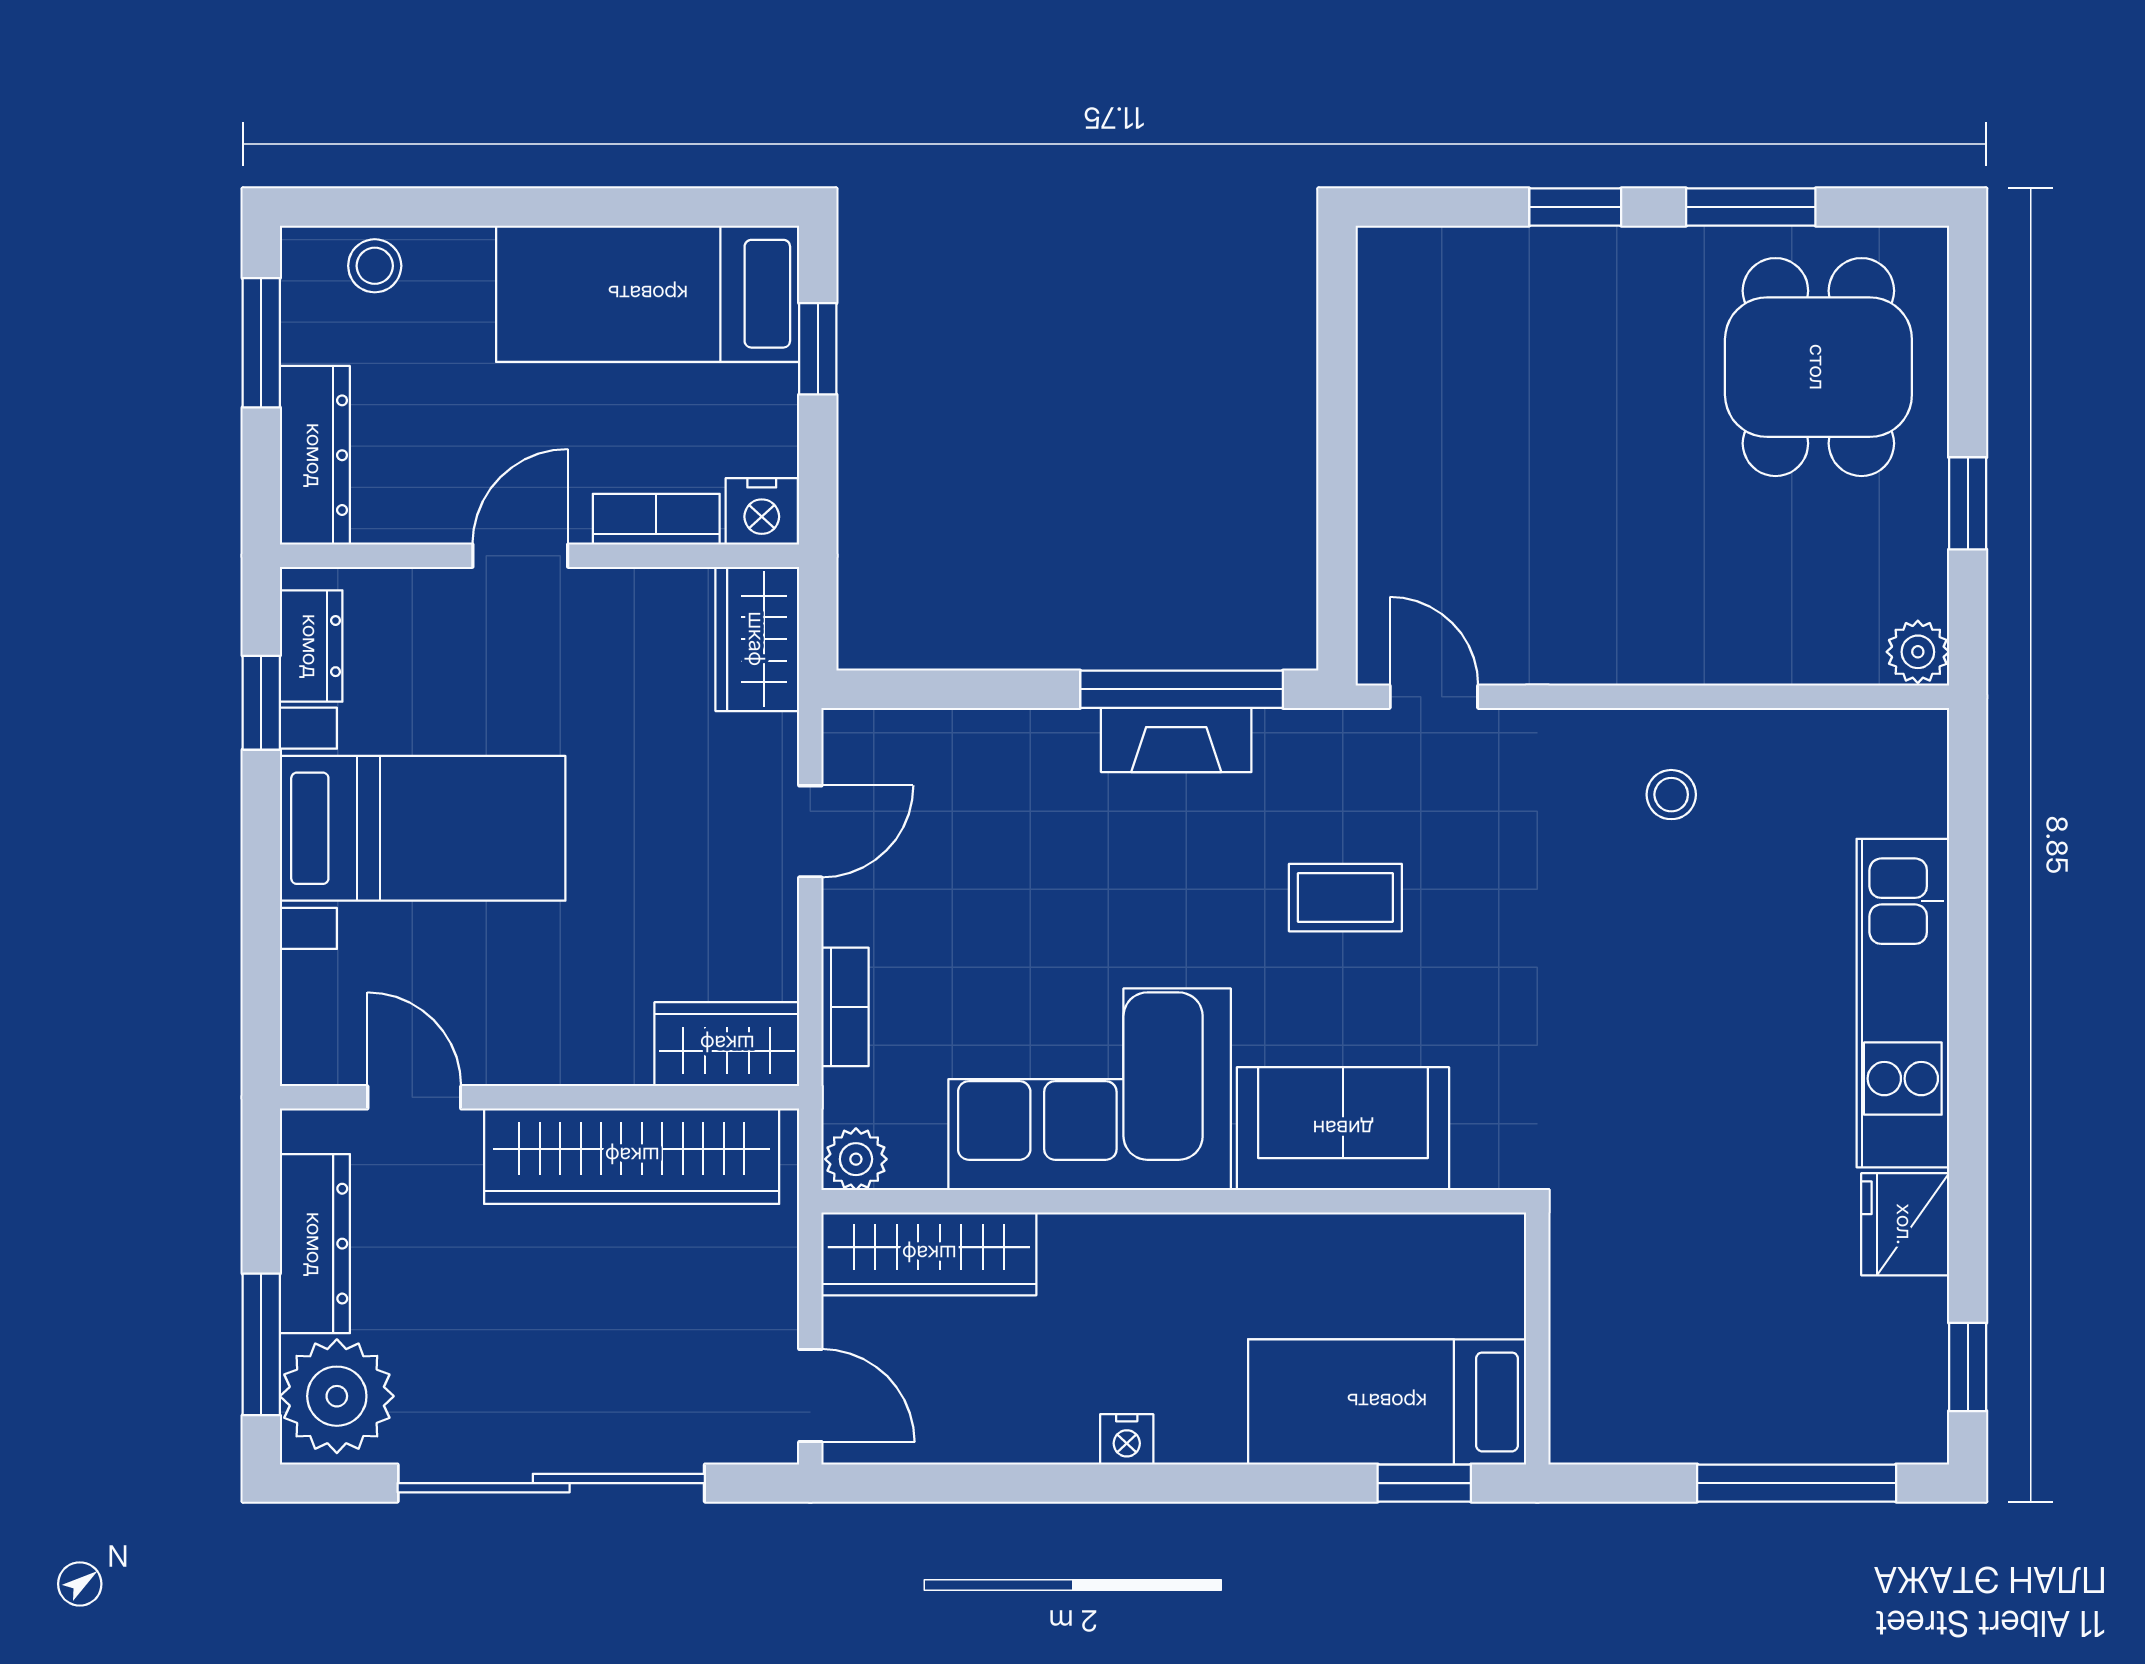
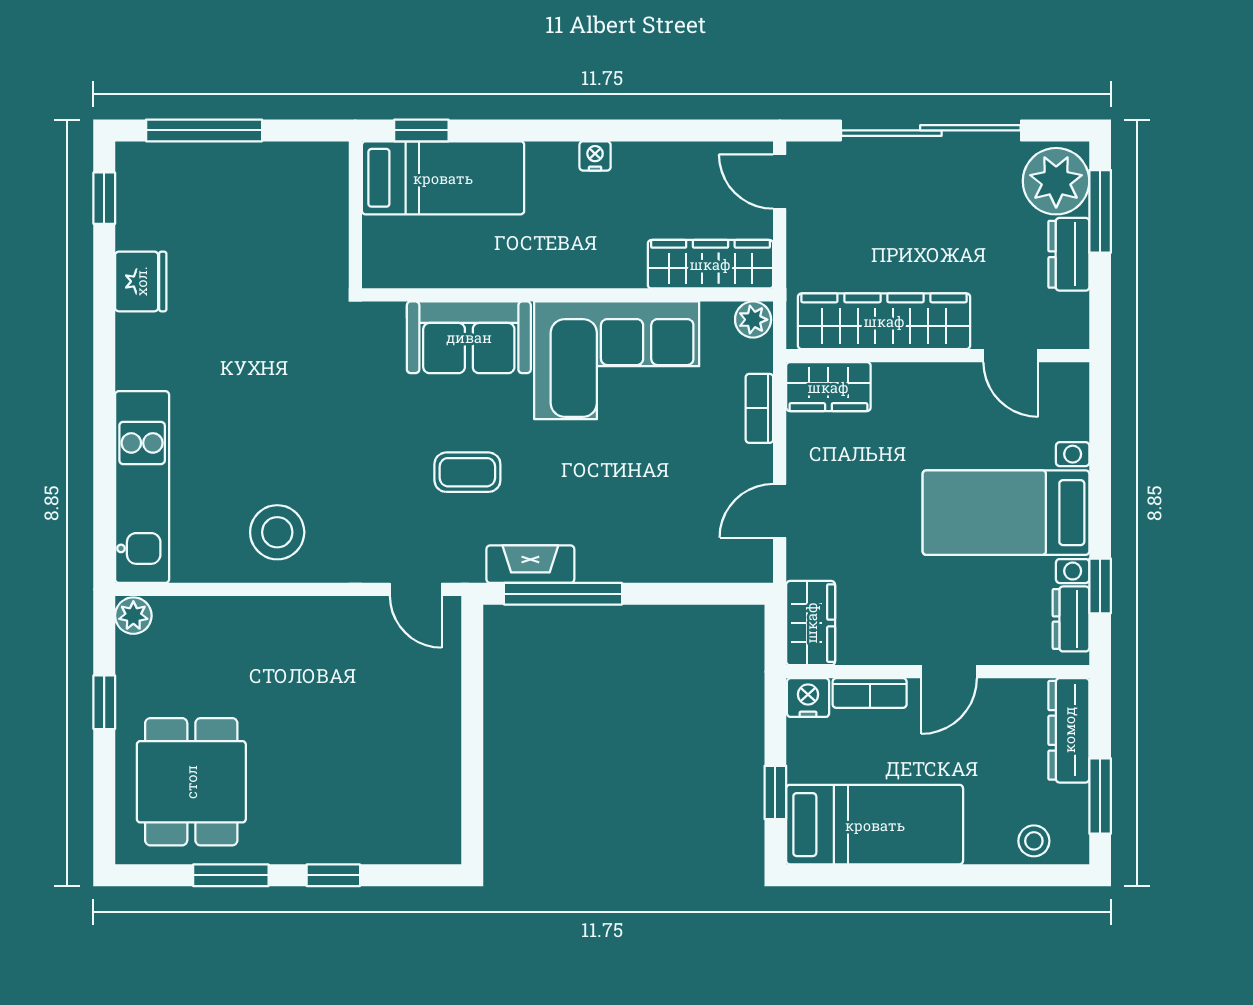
fireplace: (1176, 740) -> (530, 564), moved
stool: (1671, 795) -> (277, 532), width x1.89, depth x1.89
kitchen unit: (1903, 1003) -> (142, 487), moved
dresser: (315, 1244) -> (1069, 254), width x0.70

